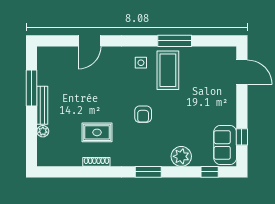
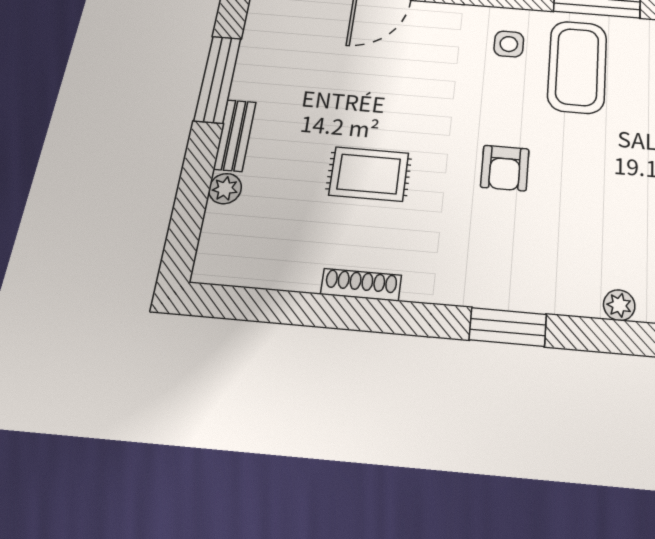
bench: (42, 105) -> (235, 135), width x0.73
rug: (97, 132) -> (369, 174), moved
plant: (181, 156) -> (619, 305), width x0.53, depth x0.53

